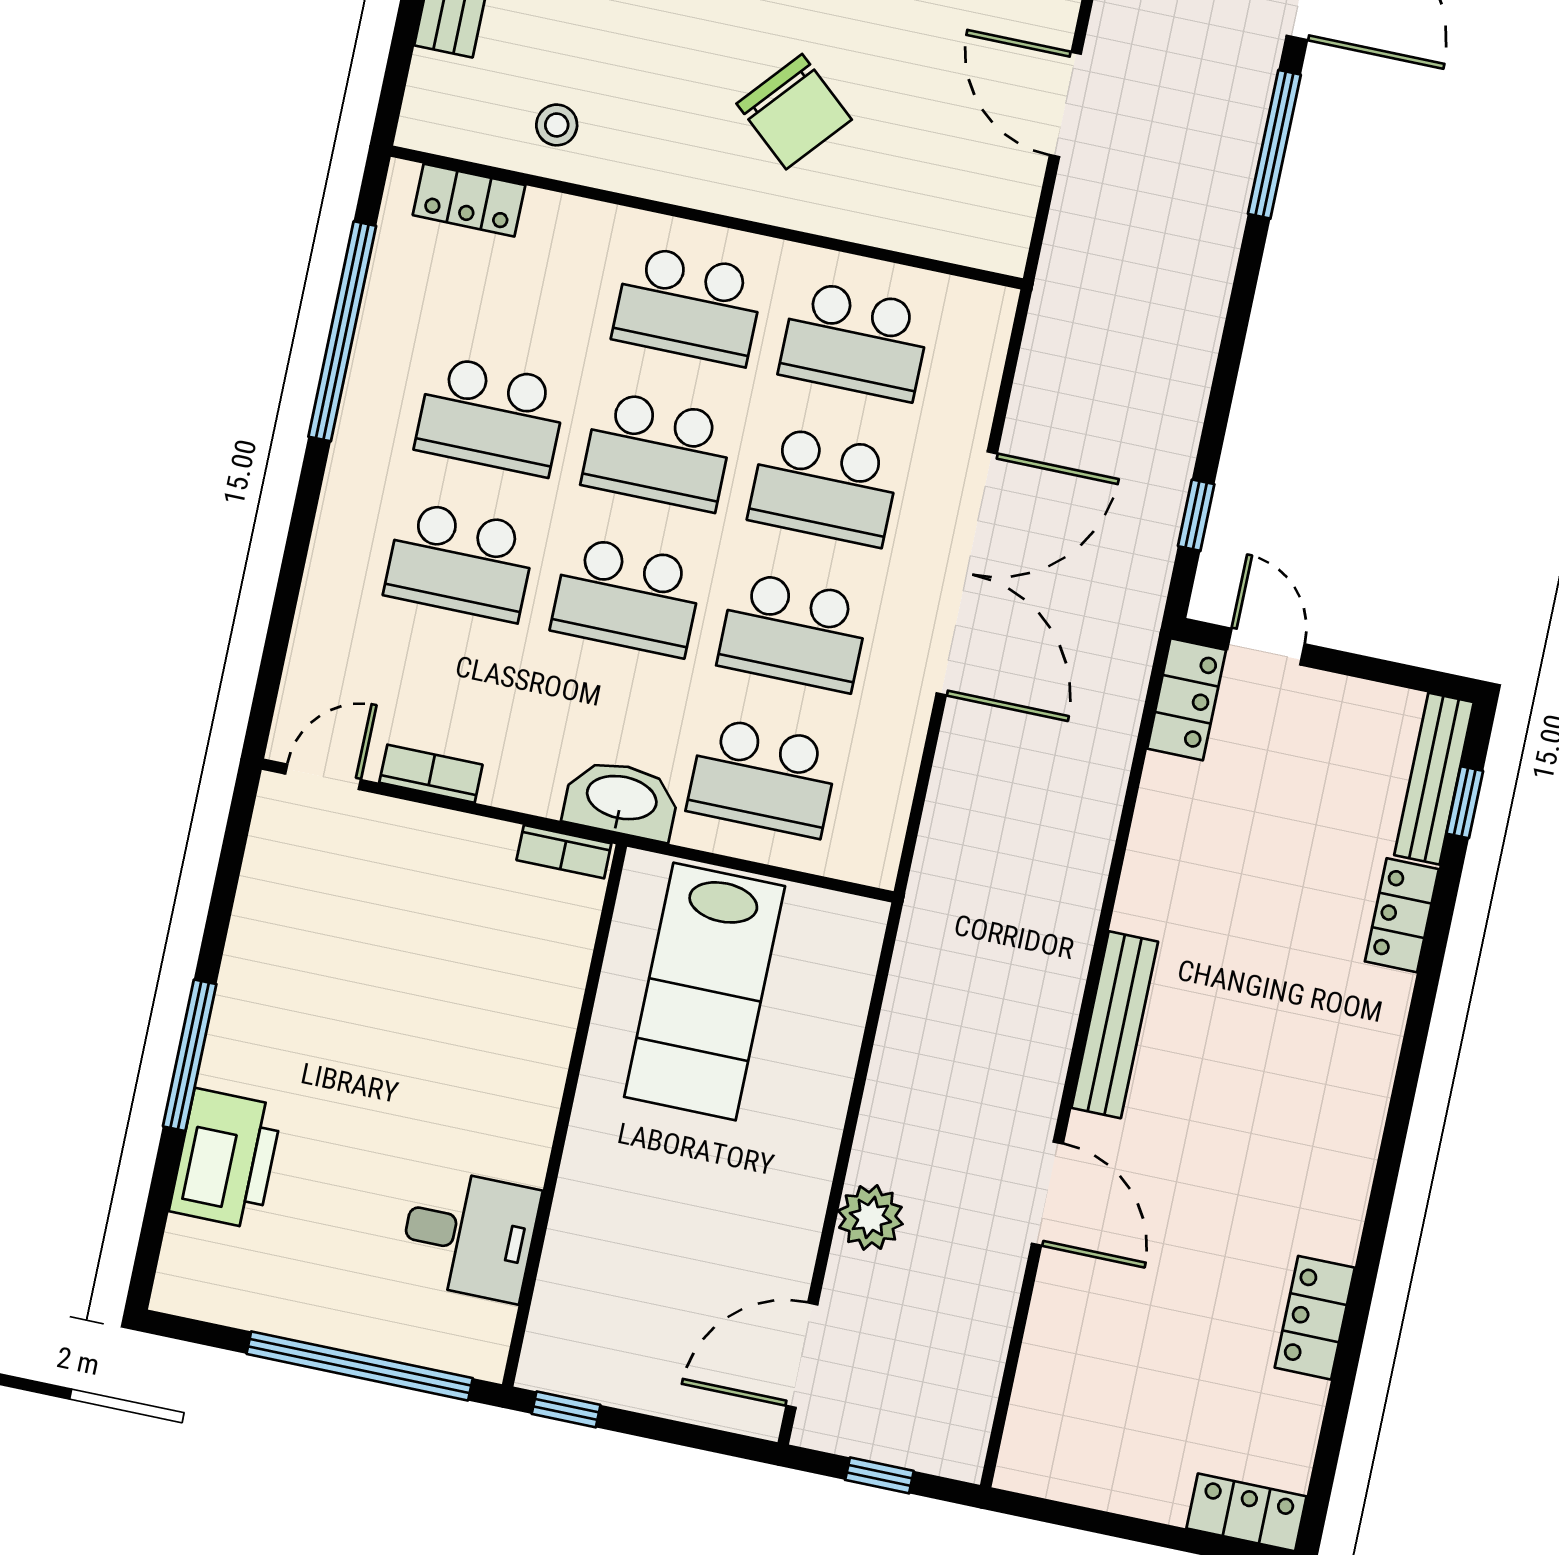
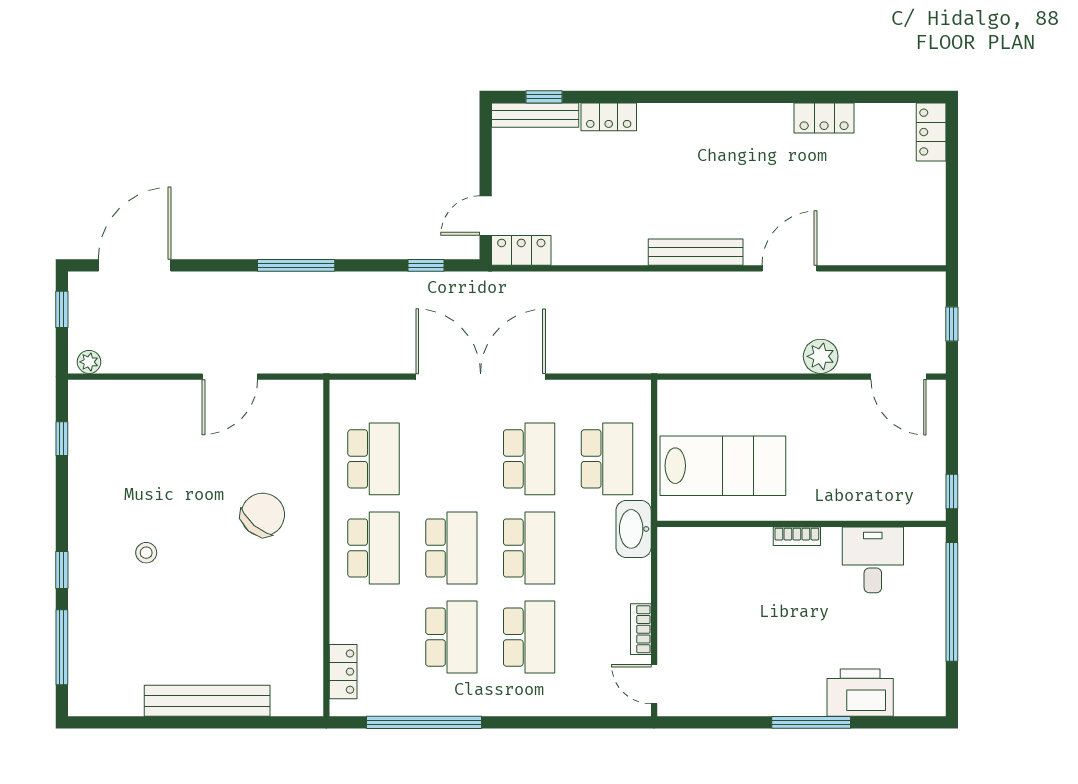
stool: (557, 125) -> (295, 635), removed
window: (1274, 144) -> (296, 265), moved
school desk: (824, 486) -> (451, 459), removed
bookcase: (564, 852) -> (797, 536), moved, turned 90

